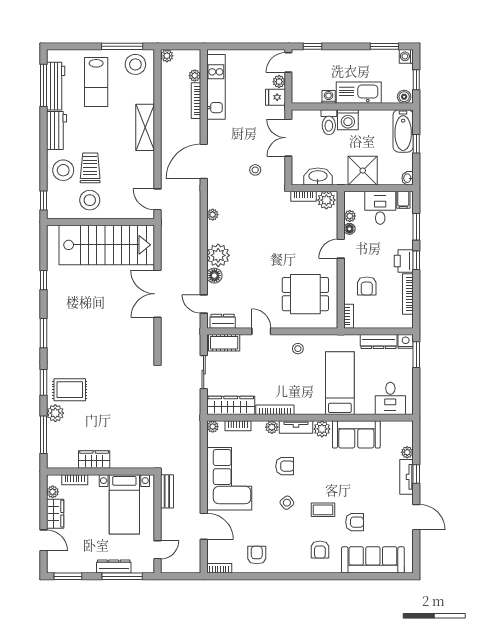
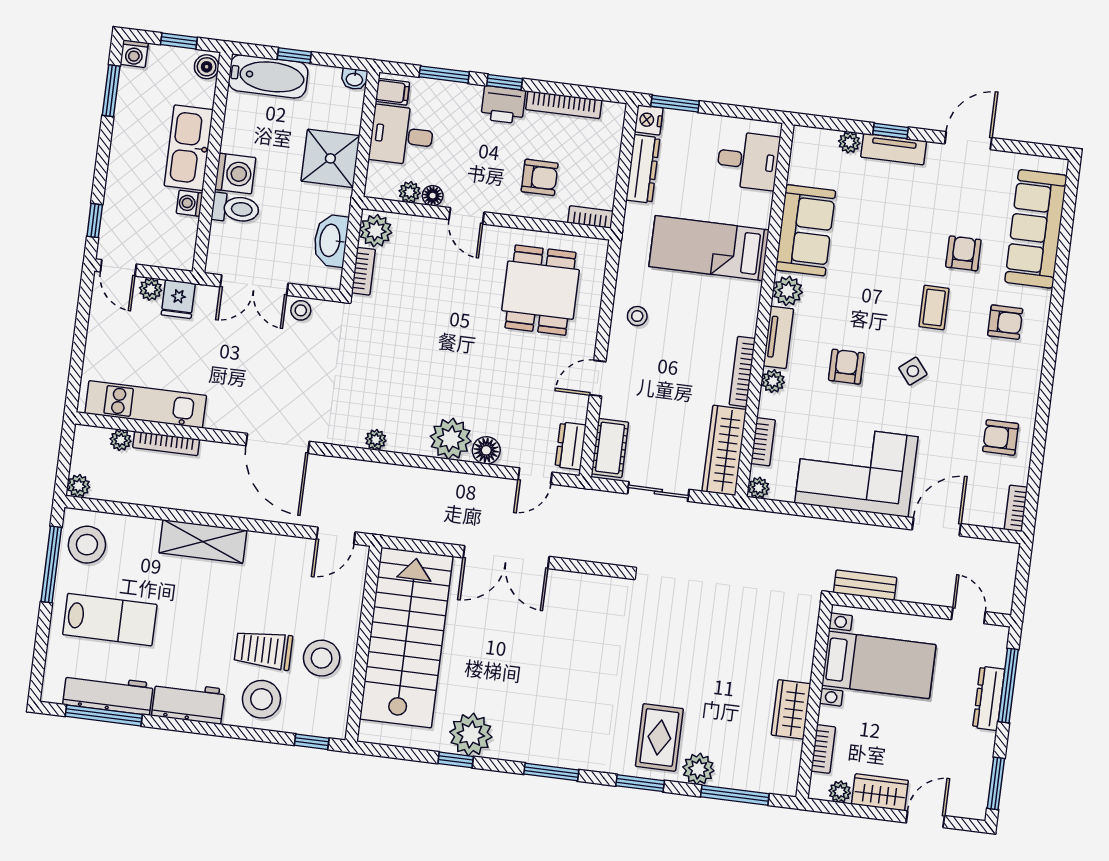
stool: (255, 170) -> (301, 310), moved
plant: (58, 287) -> (471, 735), added

